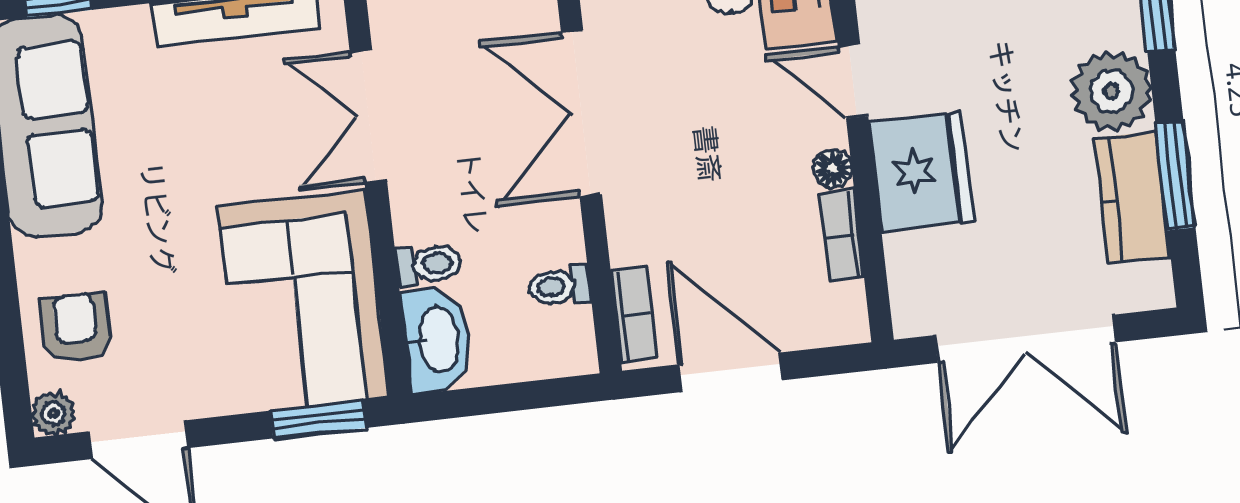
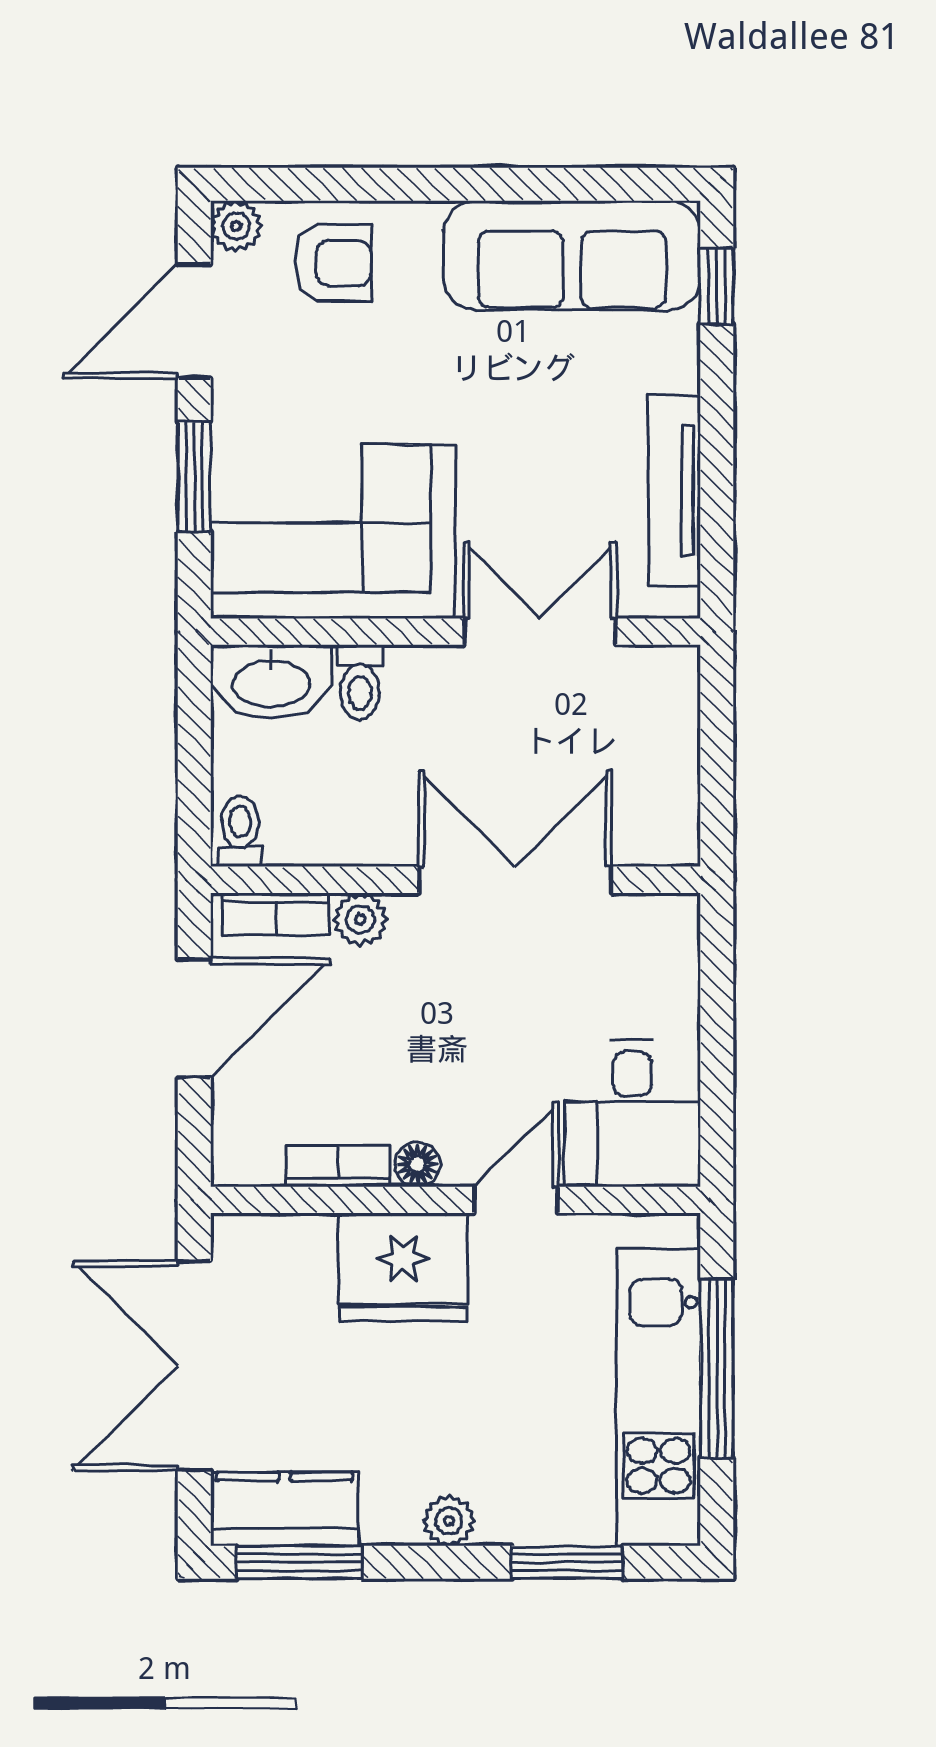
plant: (1111, 91) -> (449, 1521), width x0.53, depth x0.53
window: (1176, 176) -> (299, 1562), moved
kitchen counter: (1132, 197) -> (285, 1509), moved
plant: (630, 241) -> (360, 919), added
toilet: (560, 286) -> (240, 831), moved
window: (318, 419) -> (194, 477), moved

